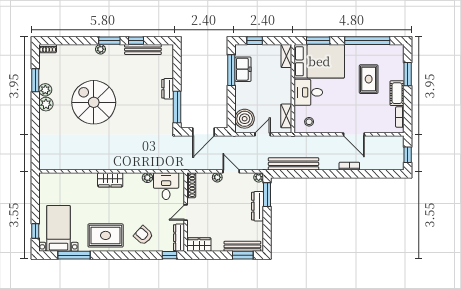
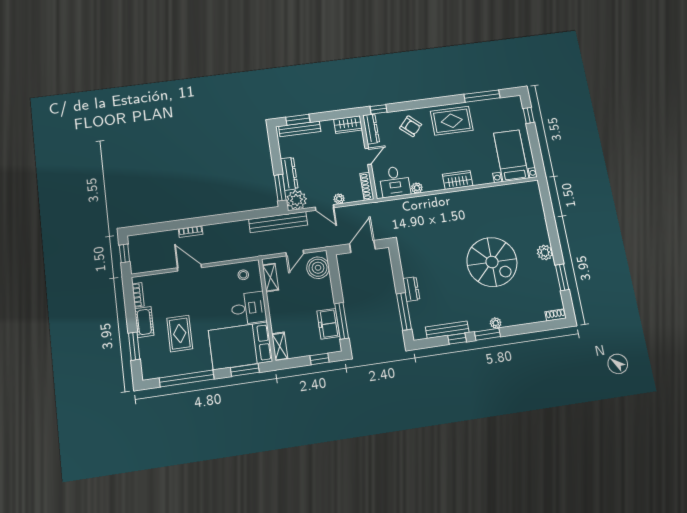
plant: (45, 90) -> (549, 268), removed
window: (177, 107) -> (404, 311), moved
bench: (294, 164) -> (278, 222), moved
plant: (259, 177) -> (297, 200), width x1.87, depth x1.87
bed with nightstands: (58, 228) -> (511, 156), moved, turned 180

